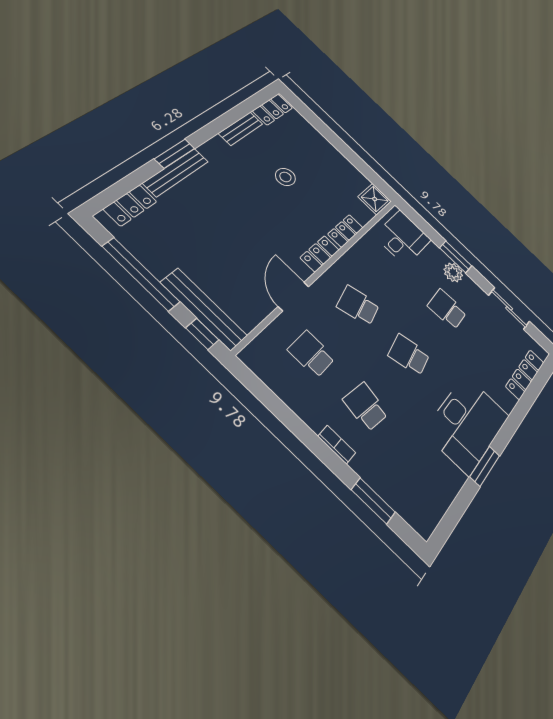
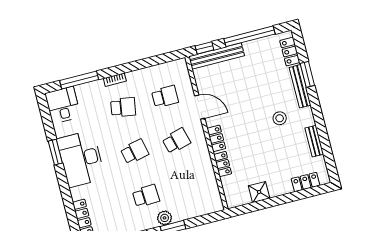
locker: (273, 109) -> (306, 182), moved, turned 90
window: (175, 154) -> (307, 74), moved
stool: (285, 177) -> (280, 118), moved
shower: (375, 199) -> (259, 192), moved
desk: (403, 238) -> (63, 105), moved, turned 180
window: (373, 501) -> (79, 80), width x1.44

